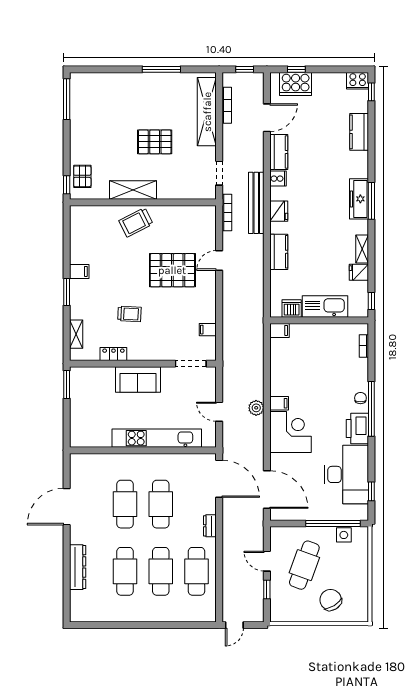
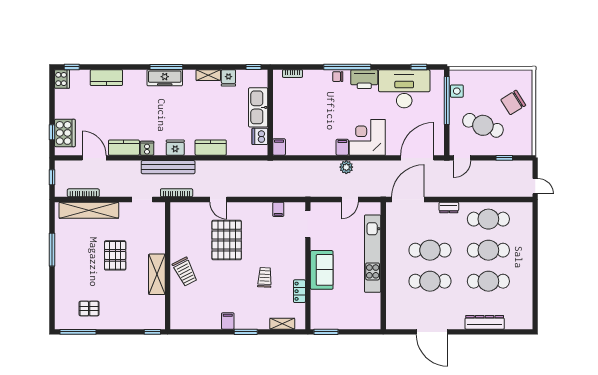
pallet: (82, 176) -> (89, 309), moved
door: (267, 561) -> (462, 158), moved

